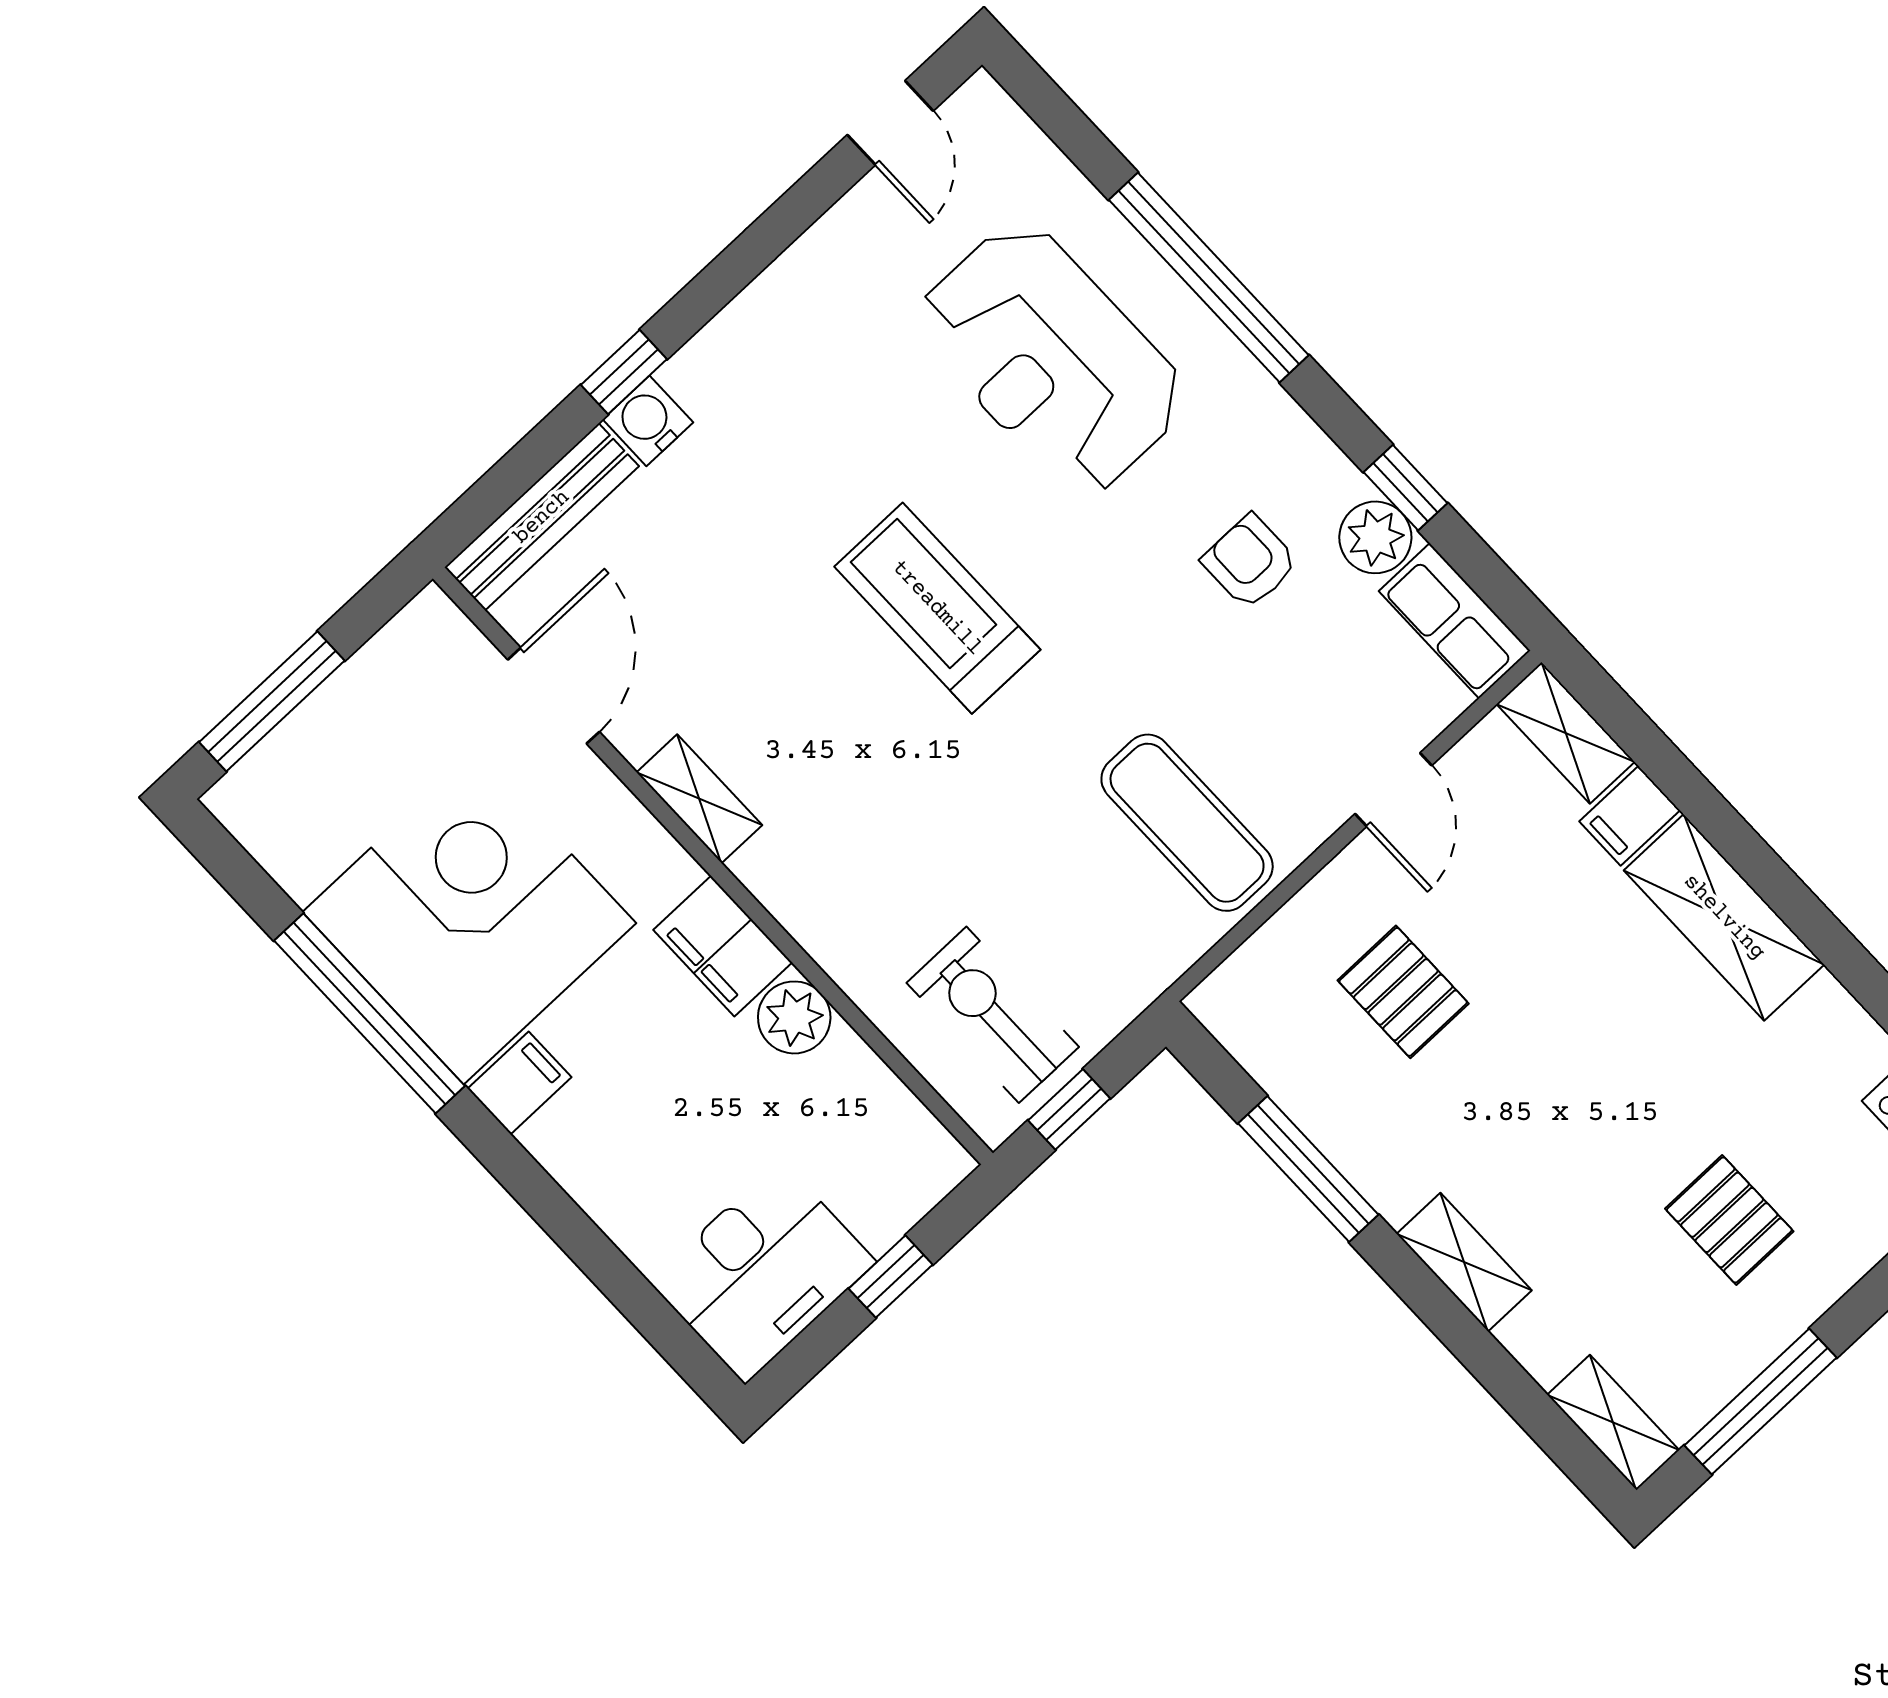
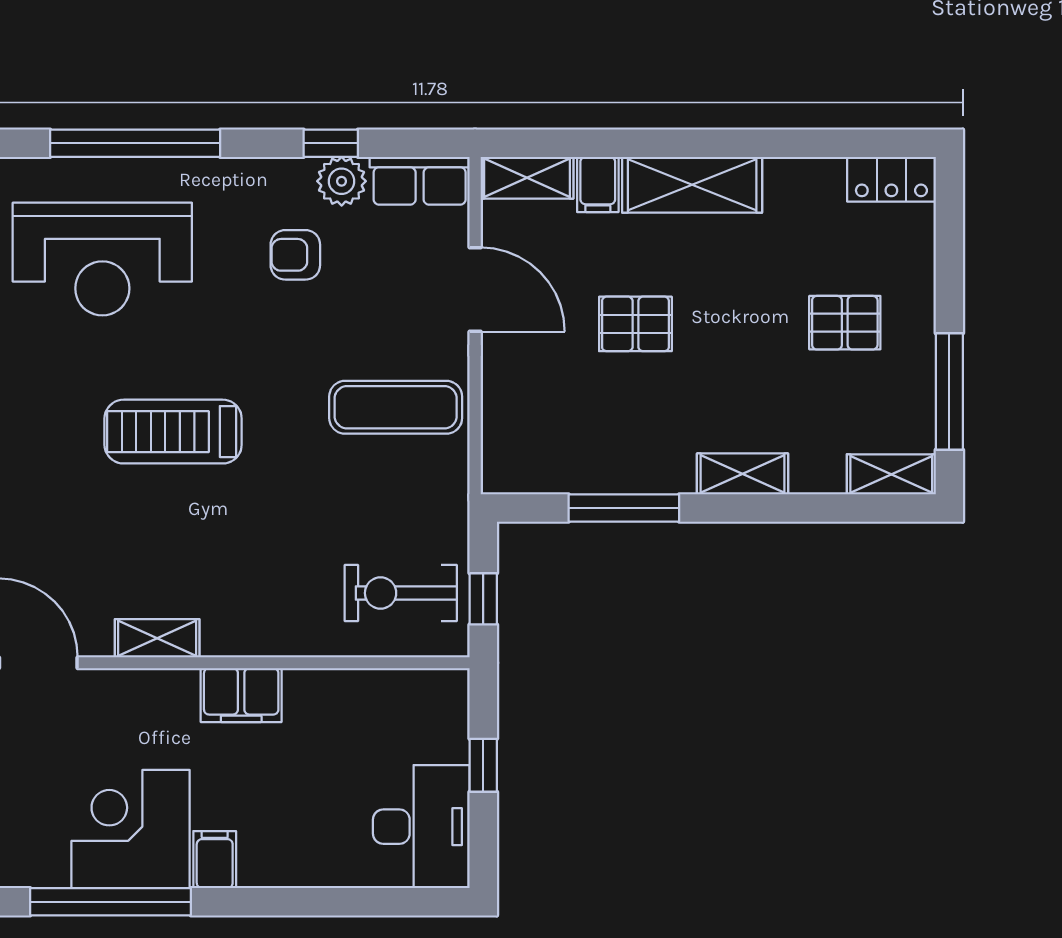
door: (1393, 790) -> (475, 289), width x1.38
corner desk: (469, 918) -> (131, 829), width x0.74, depth x0.74
pallet: (1403, 992) -> (635, 324), moved
plant: (794, 1017) -> (310, 693), removed

